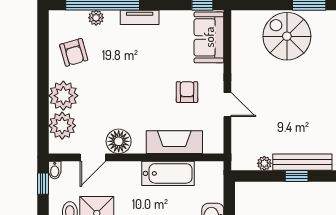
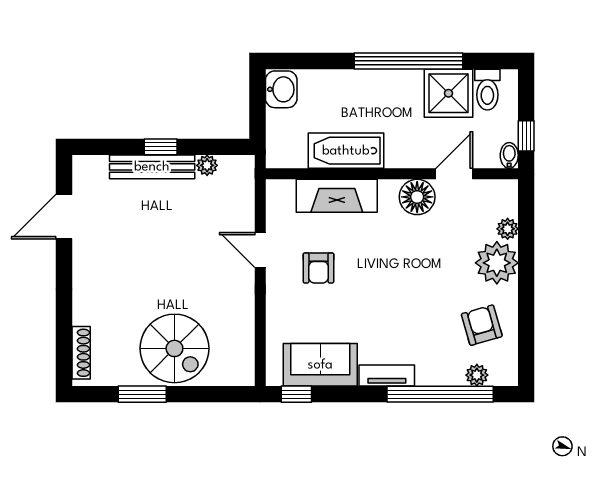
plant: (96, 18) -> (477, 375), moved
sofa: (209, 37) -> (320, 365), moved, turned -90
plant: (62, 126) -> (508, 229), width x0.53, depth x0.53

